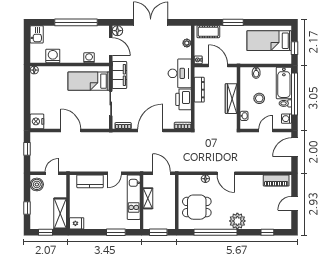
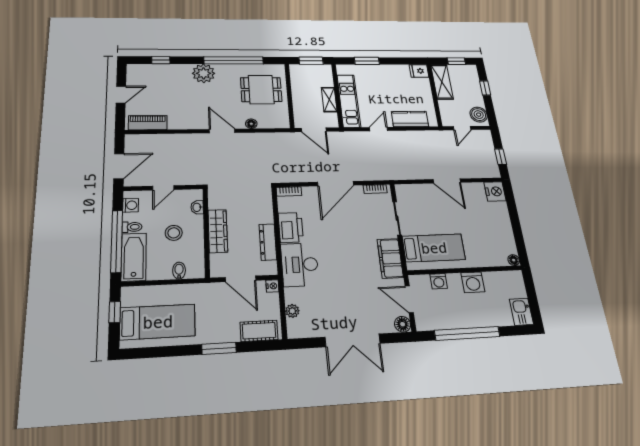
washing machine: (53, 56) -> (473, 282), moved

